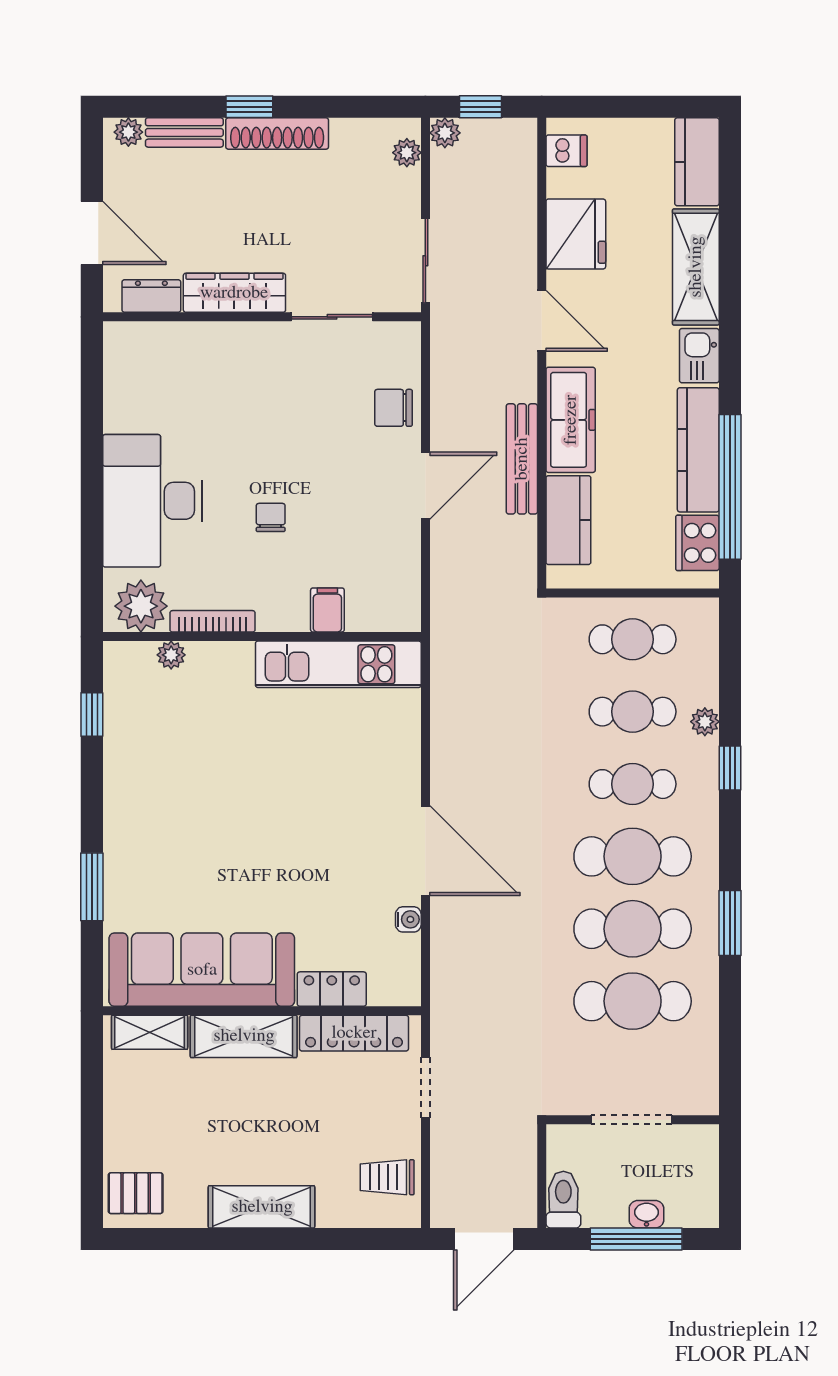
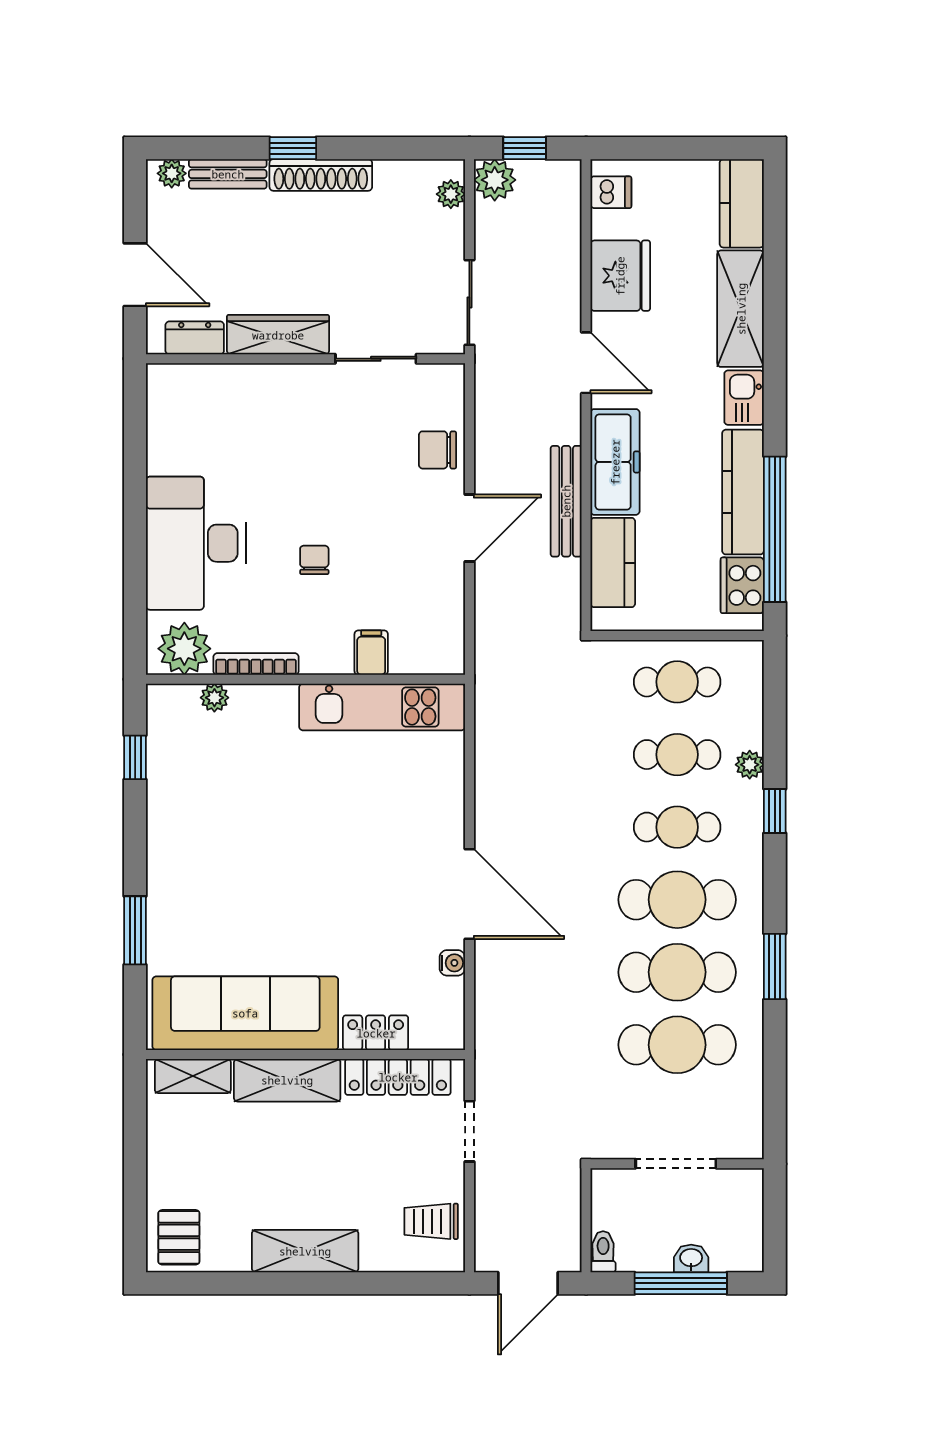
plant: (445, 133) -> (495, 180), width x1.38, depth x1.38
pallet: (136, 1193) -> (179, 1237), turned 90
toilet: (563, 1200) -> (603, 1252), width x0.73, depth x0.72

